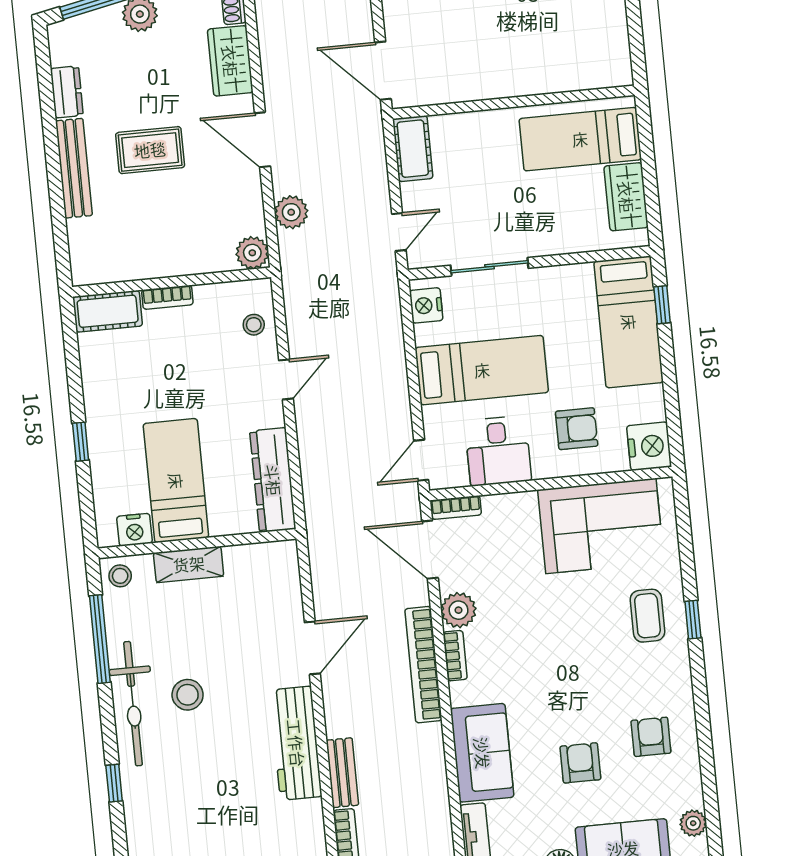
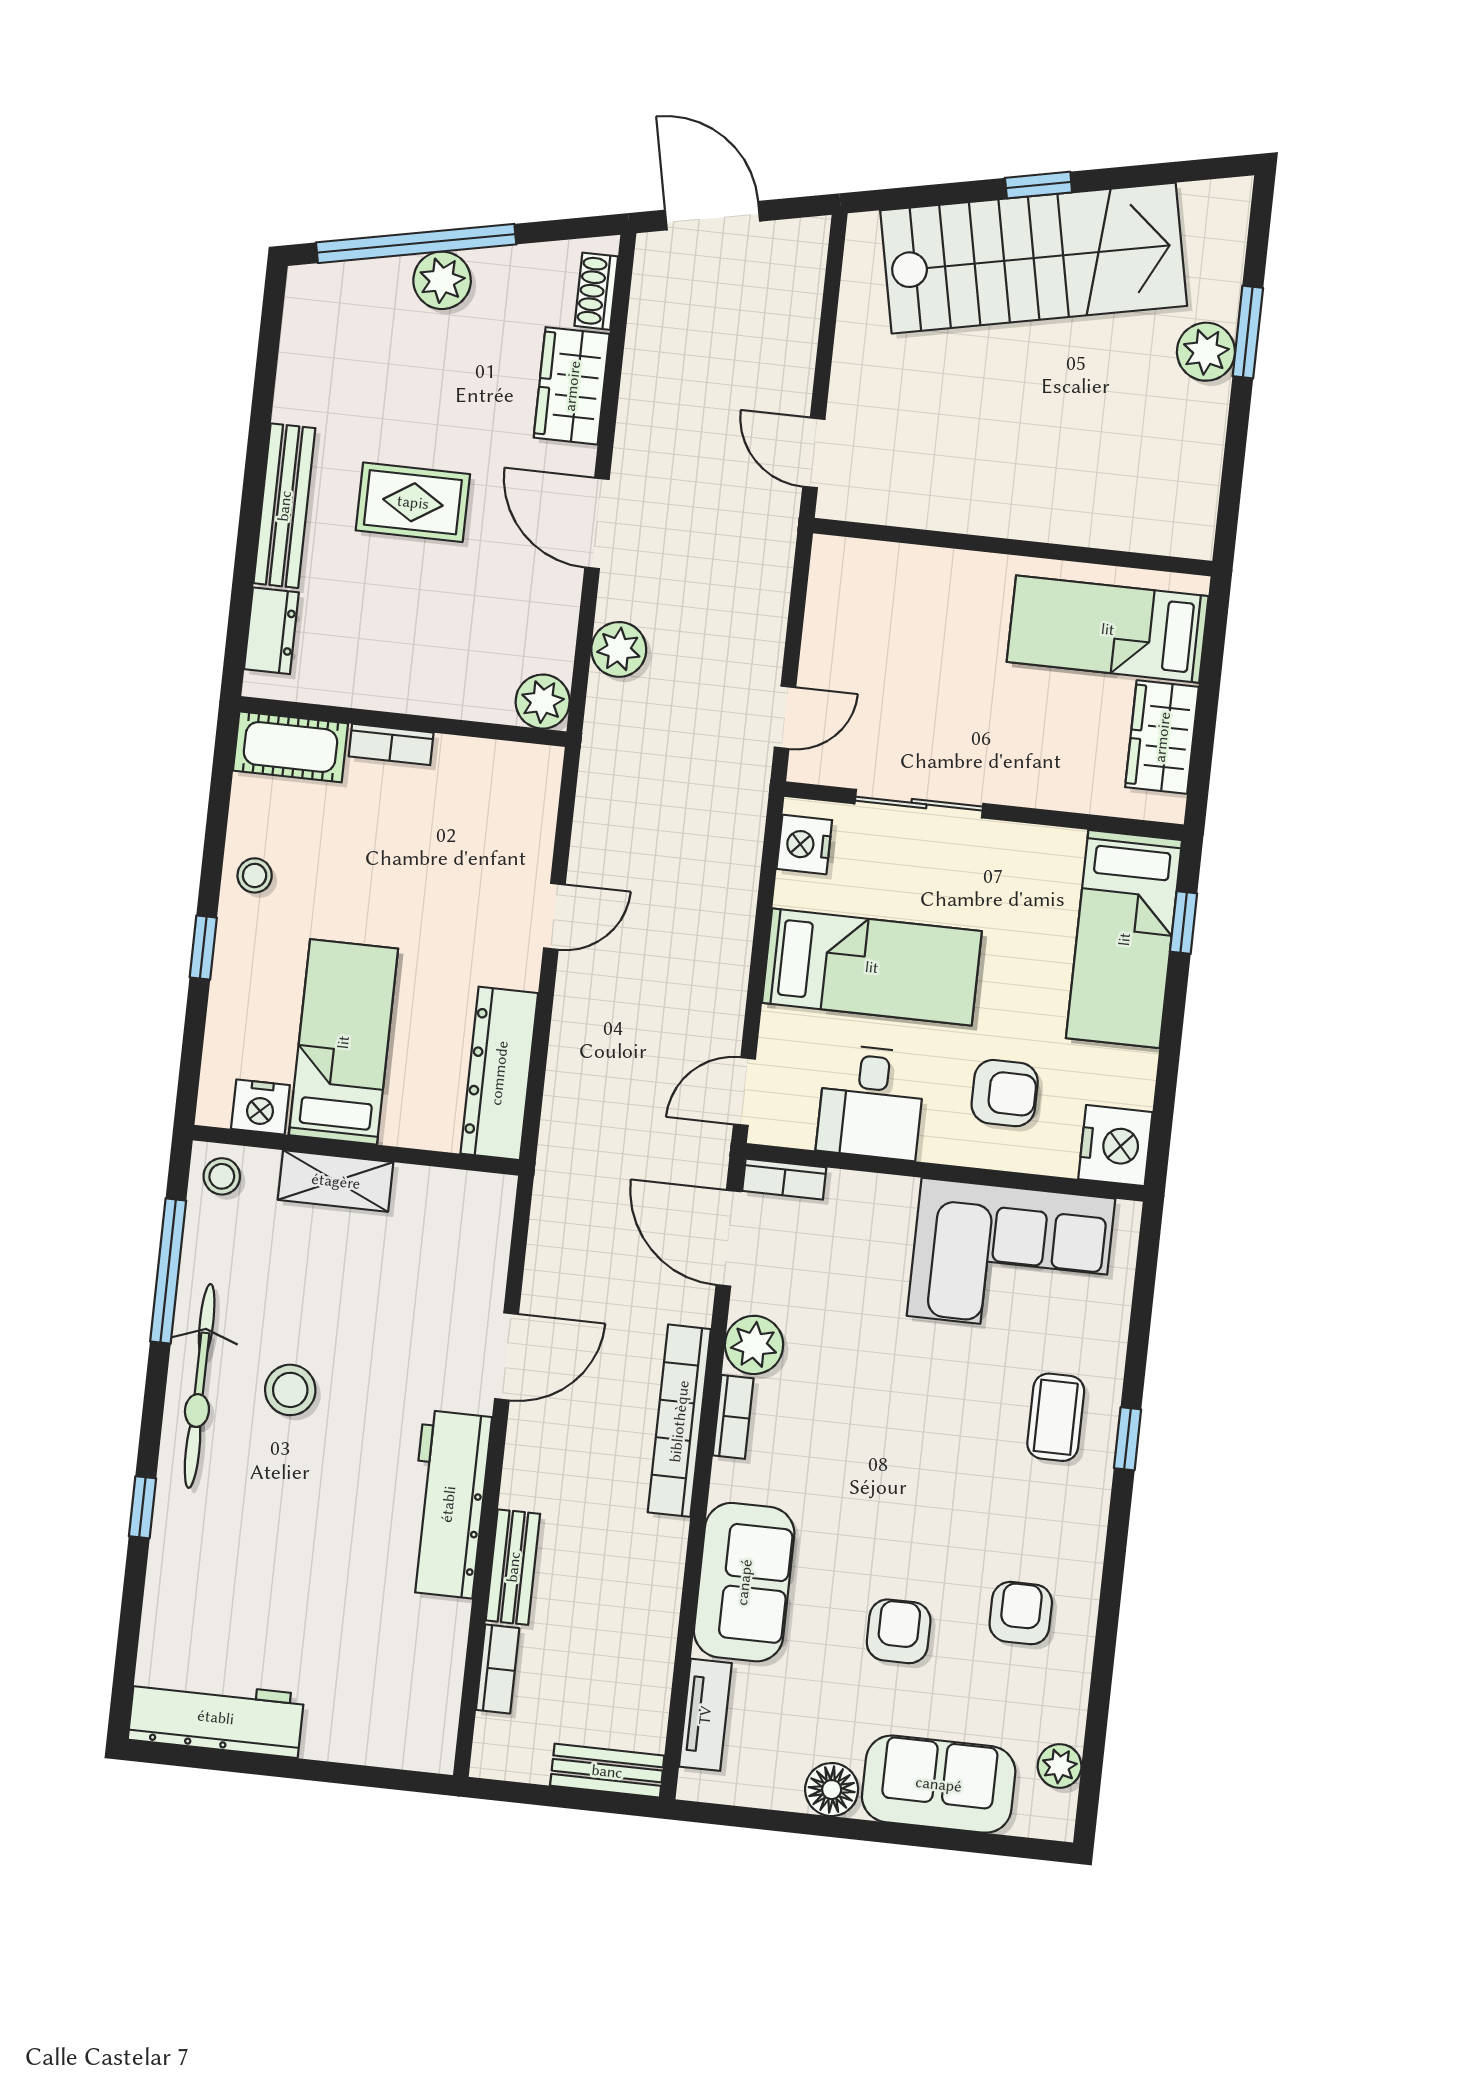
door: (383, 71) -> (814, 453), width x0.73
dresser: (67, 92) -> (271, 631), moved
cot: (413, 149) -> (835, 588), removed
stool: (254, 325) -> (255, 875), moved

